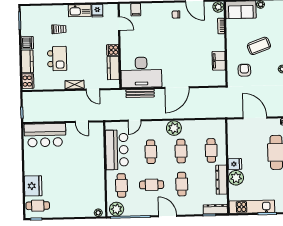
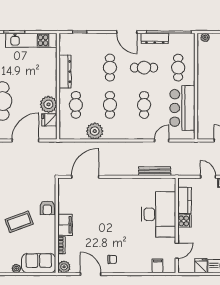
door: (119, 24) -> (177, 251), swing flipped
filing cabinet: (219, 61) -> (65, 225), moved
armchair: (244, 70) -> (47, 208), moved
desk: (141, 72) -> (159, 214), moved, turned 90
door: (177, 88) -> (85, 177), moved
door: (255, 118) -> (25, 141), swing flipped
plant: (174, 128) -> (95, 131), moved
fridge: (235, 164) -> (49, 120), moved
plant: (236, 178) -> (48, 104), moved
plant: (117, 209) -> (184, 41), removed
dresser: (215, 209) -> (155, 38), moved

